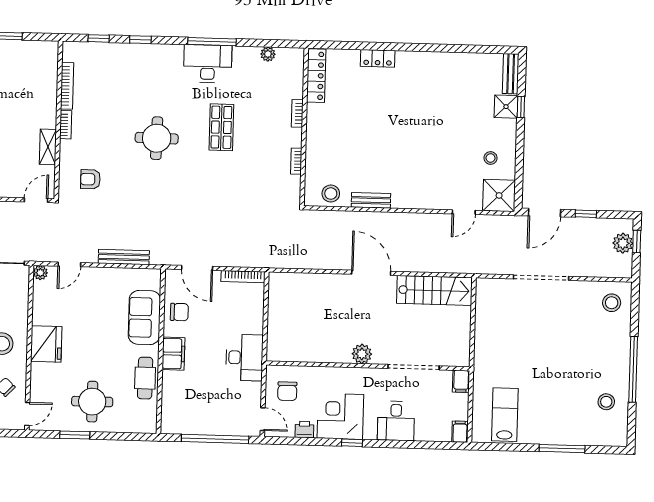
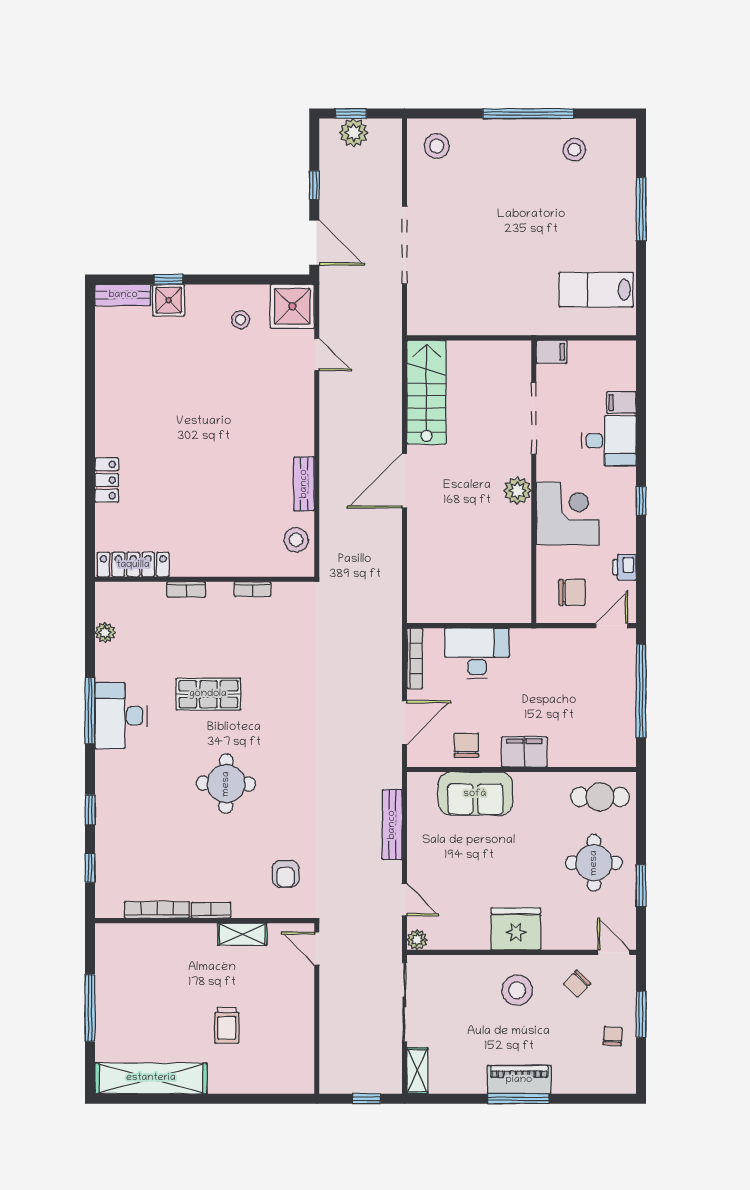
desk: (244, 358) -> (477, 653), moved
cafe table: (145, 378) -> (600, 797), moved
corner desk: (340, 416) -> (567, 514), moved, turned 180
filing cabinet: (460, 432) -> (621, 403), moved

